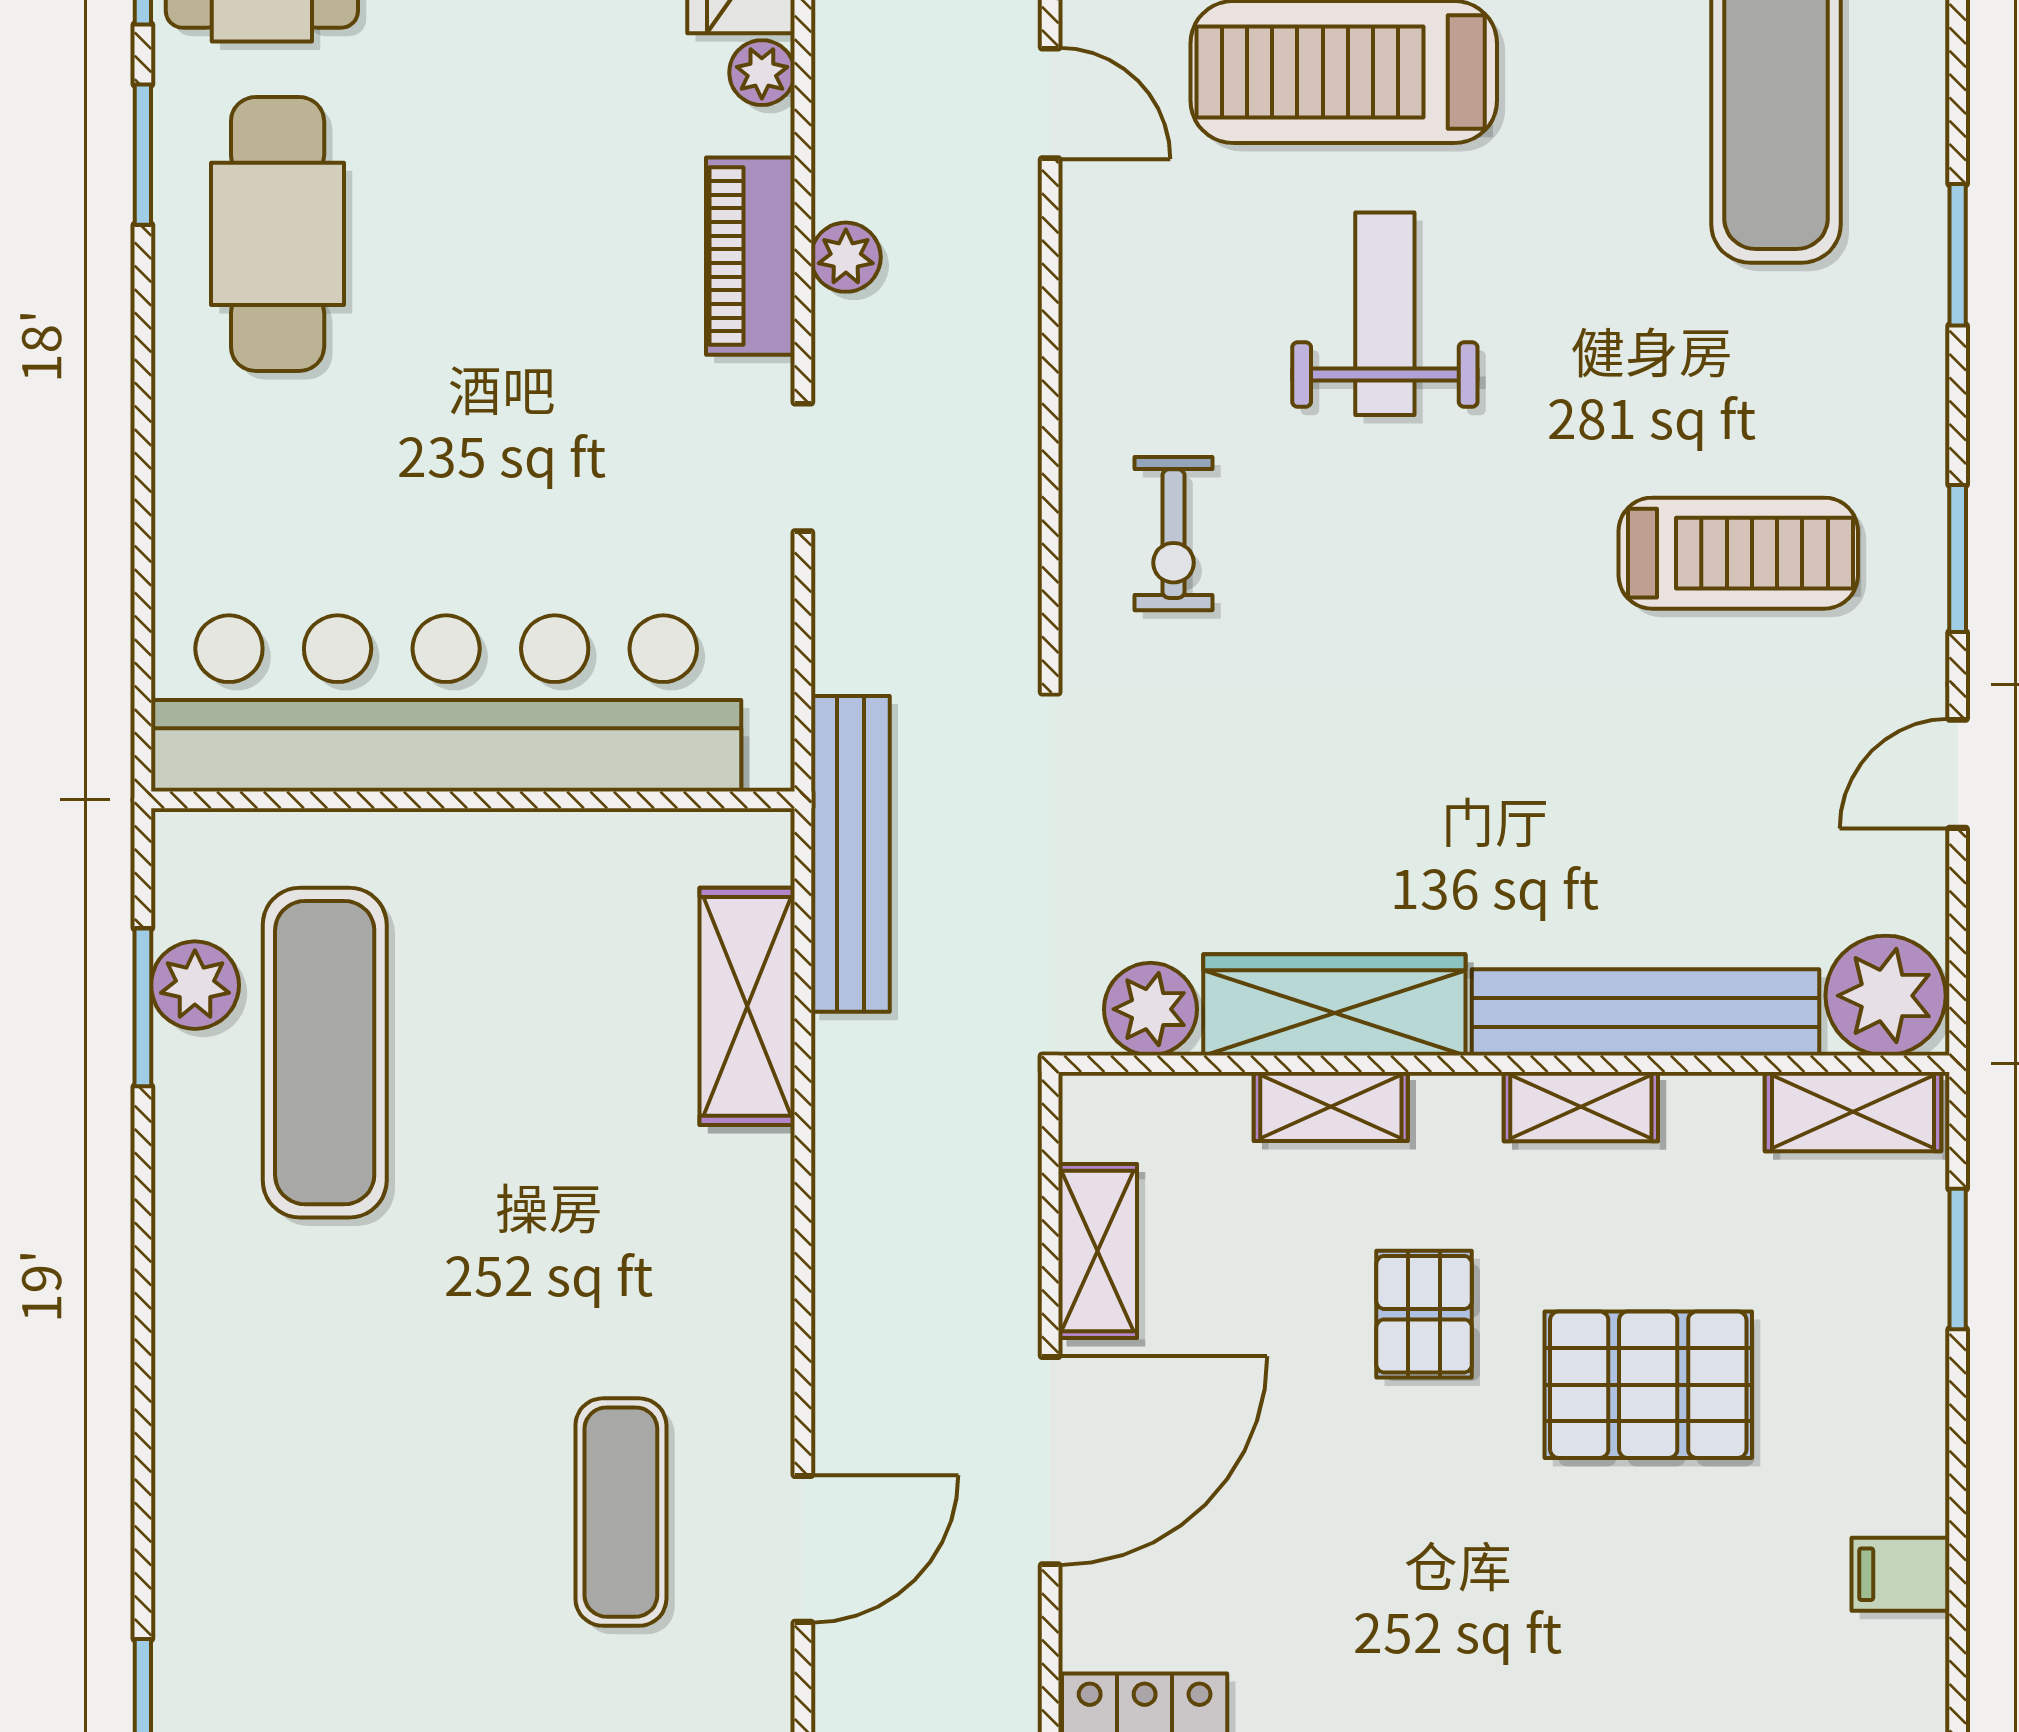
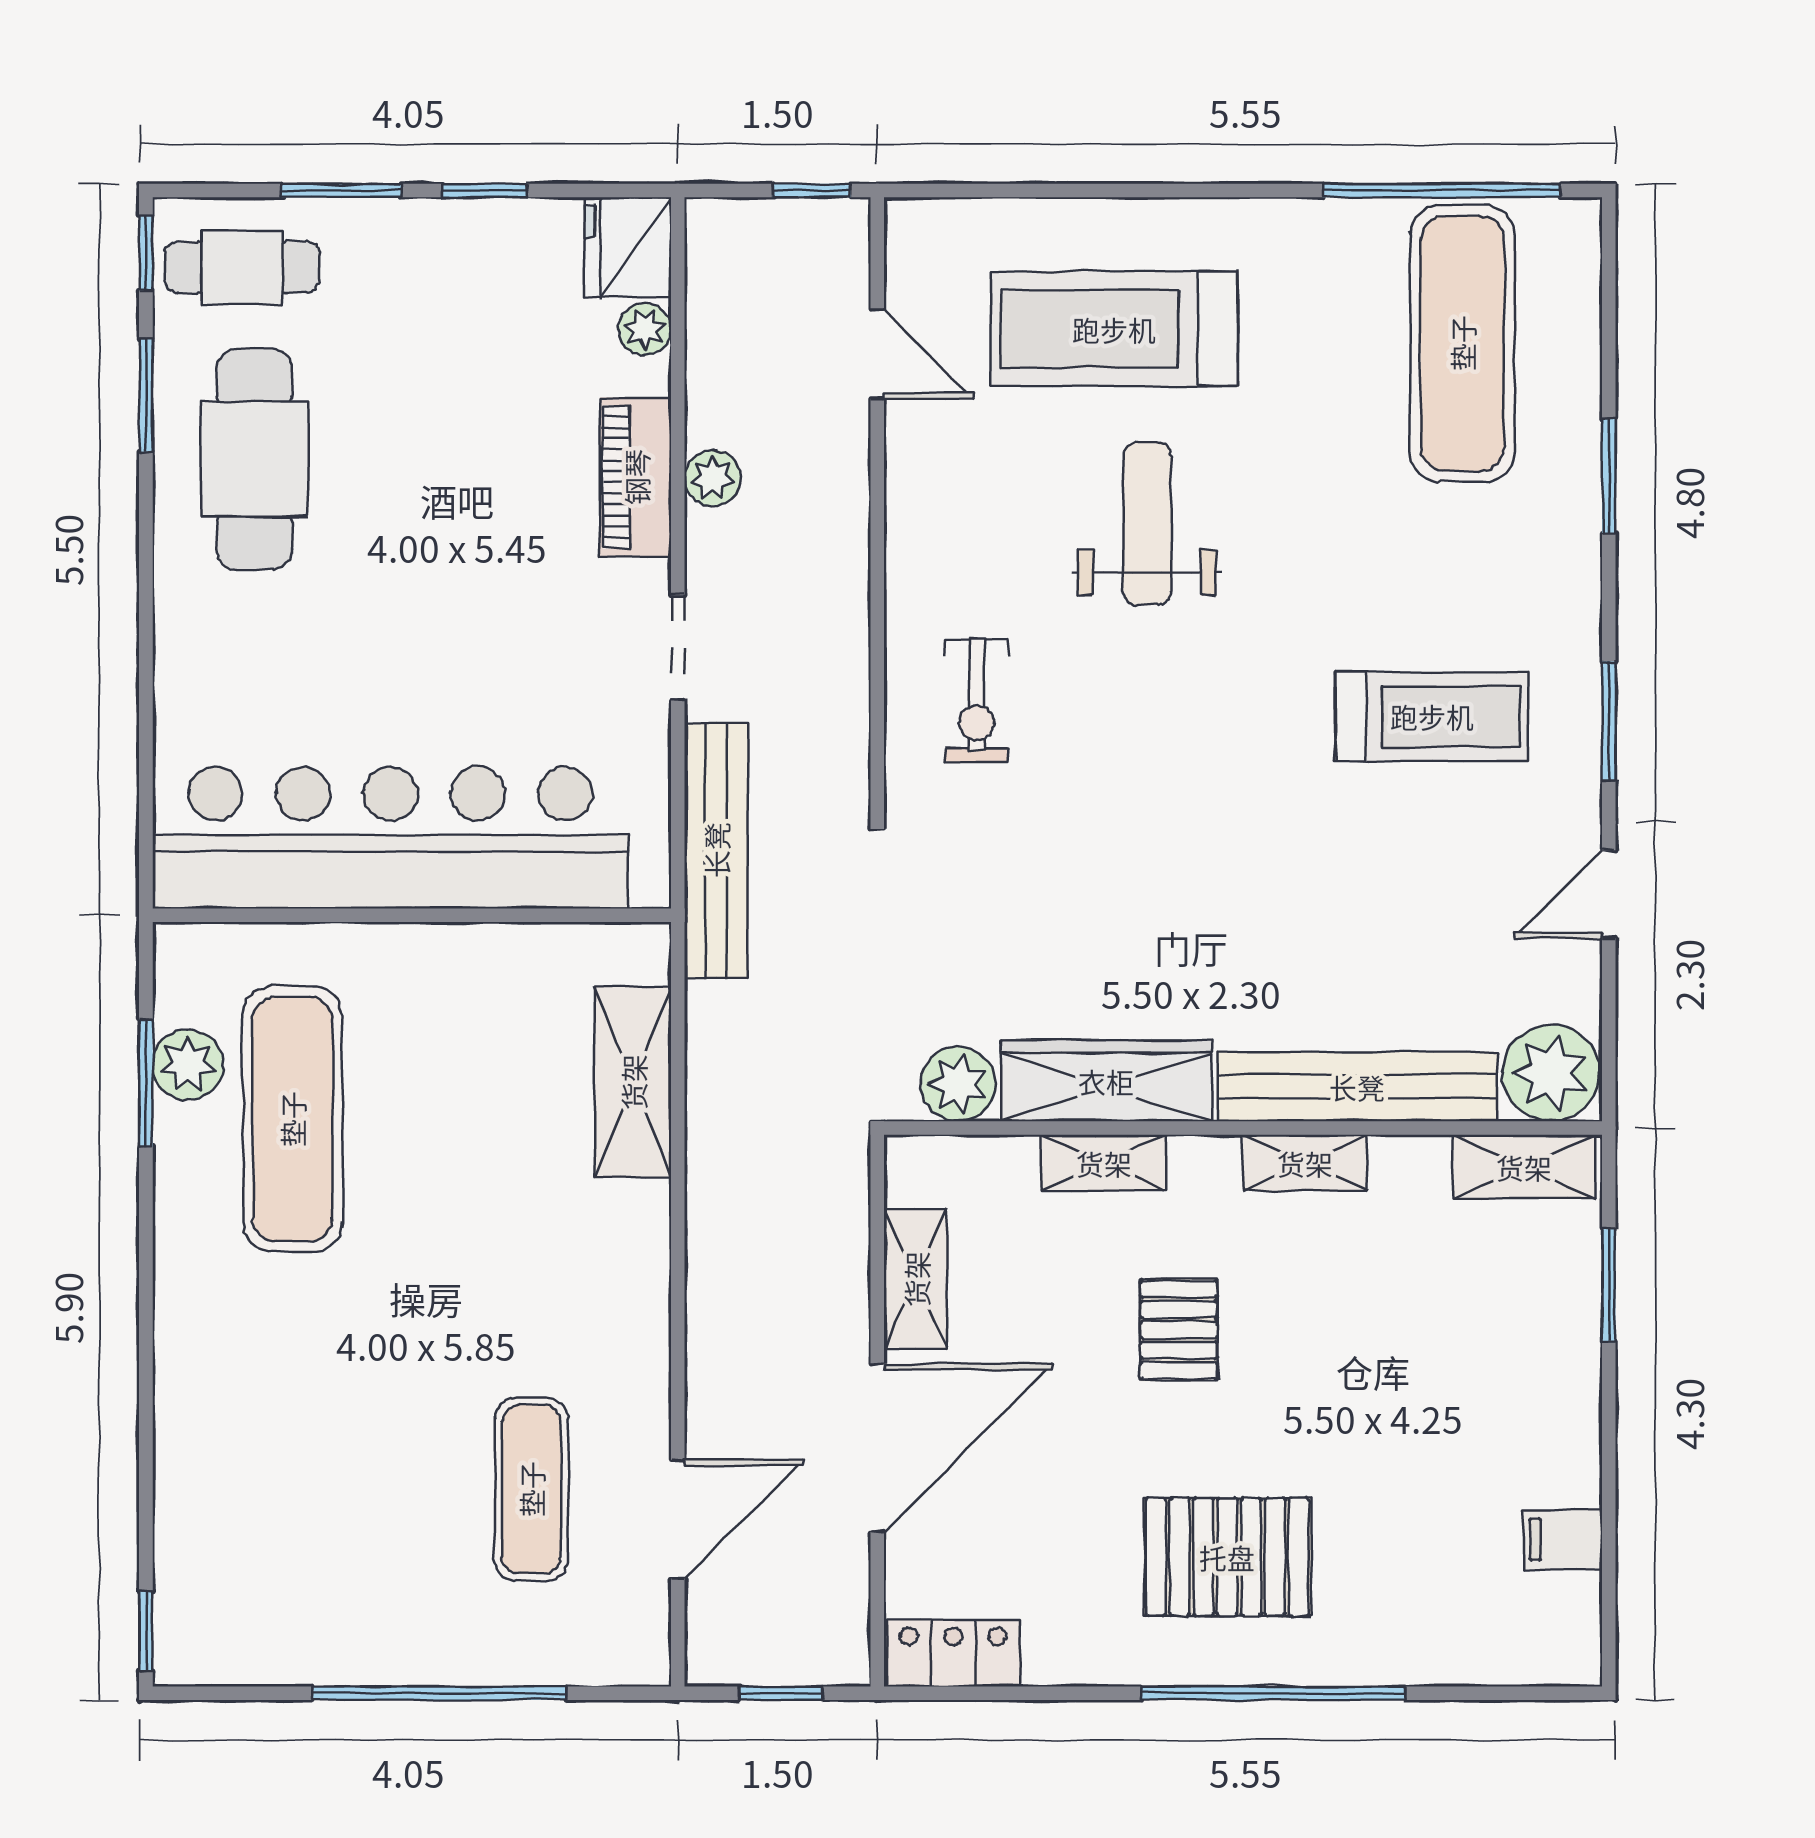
bench: (850, 854) -> (716, 850), moved
pallet: (1648, 1385) -> (1227, 1557), moved

